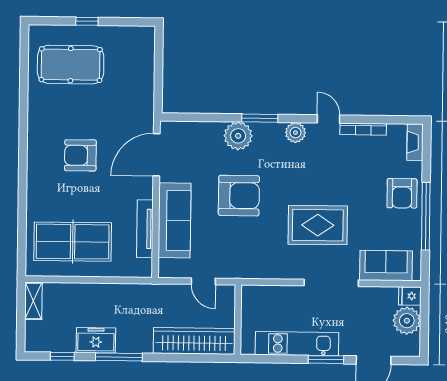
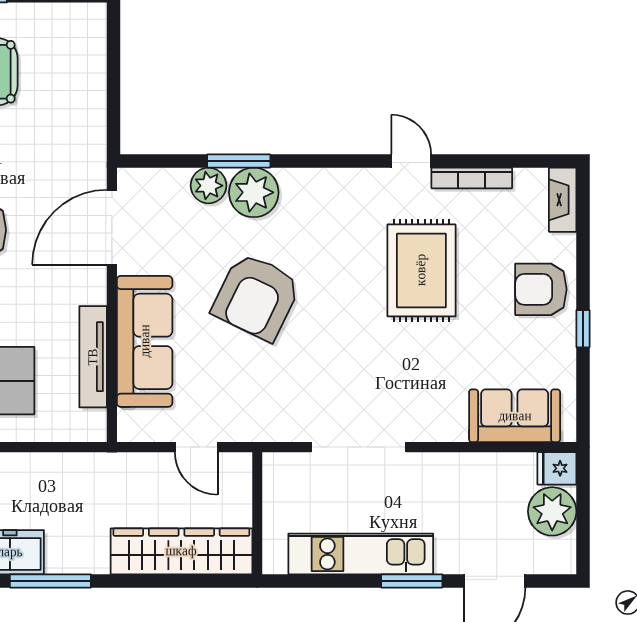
window: (260, 118) -> (239, 161), moved
plant: (295, 133) -> (208, 186), moved
armchair: (402, 193) -> (541, 289), turned 90
armchair: (239, 196) -> (256, 297), turned 116
window: (426, 216) -> (583, 329), width x0.32
rug: (318, 225) -> (421, 270), moved, turned 90
doorway: (331, 283) -> (359, 447), moved

